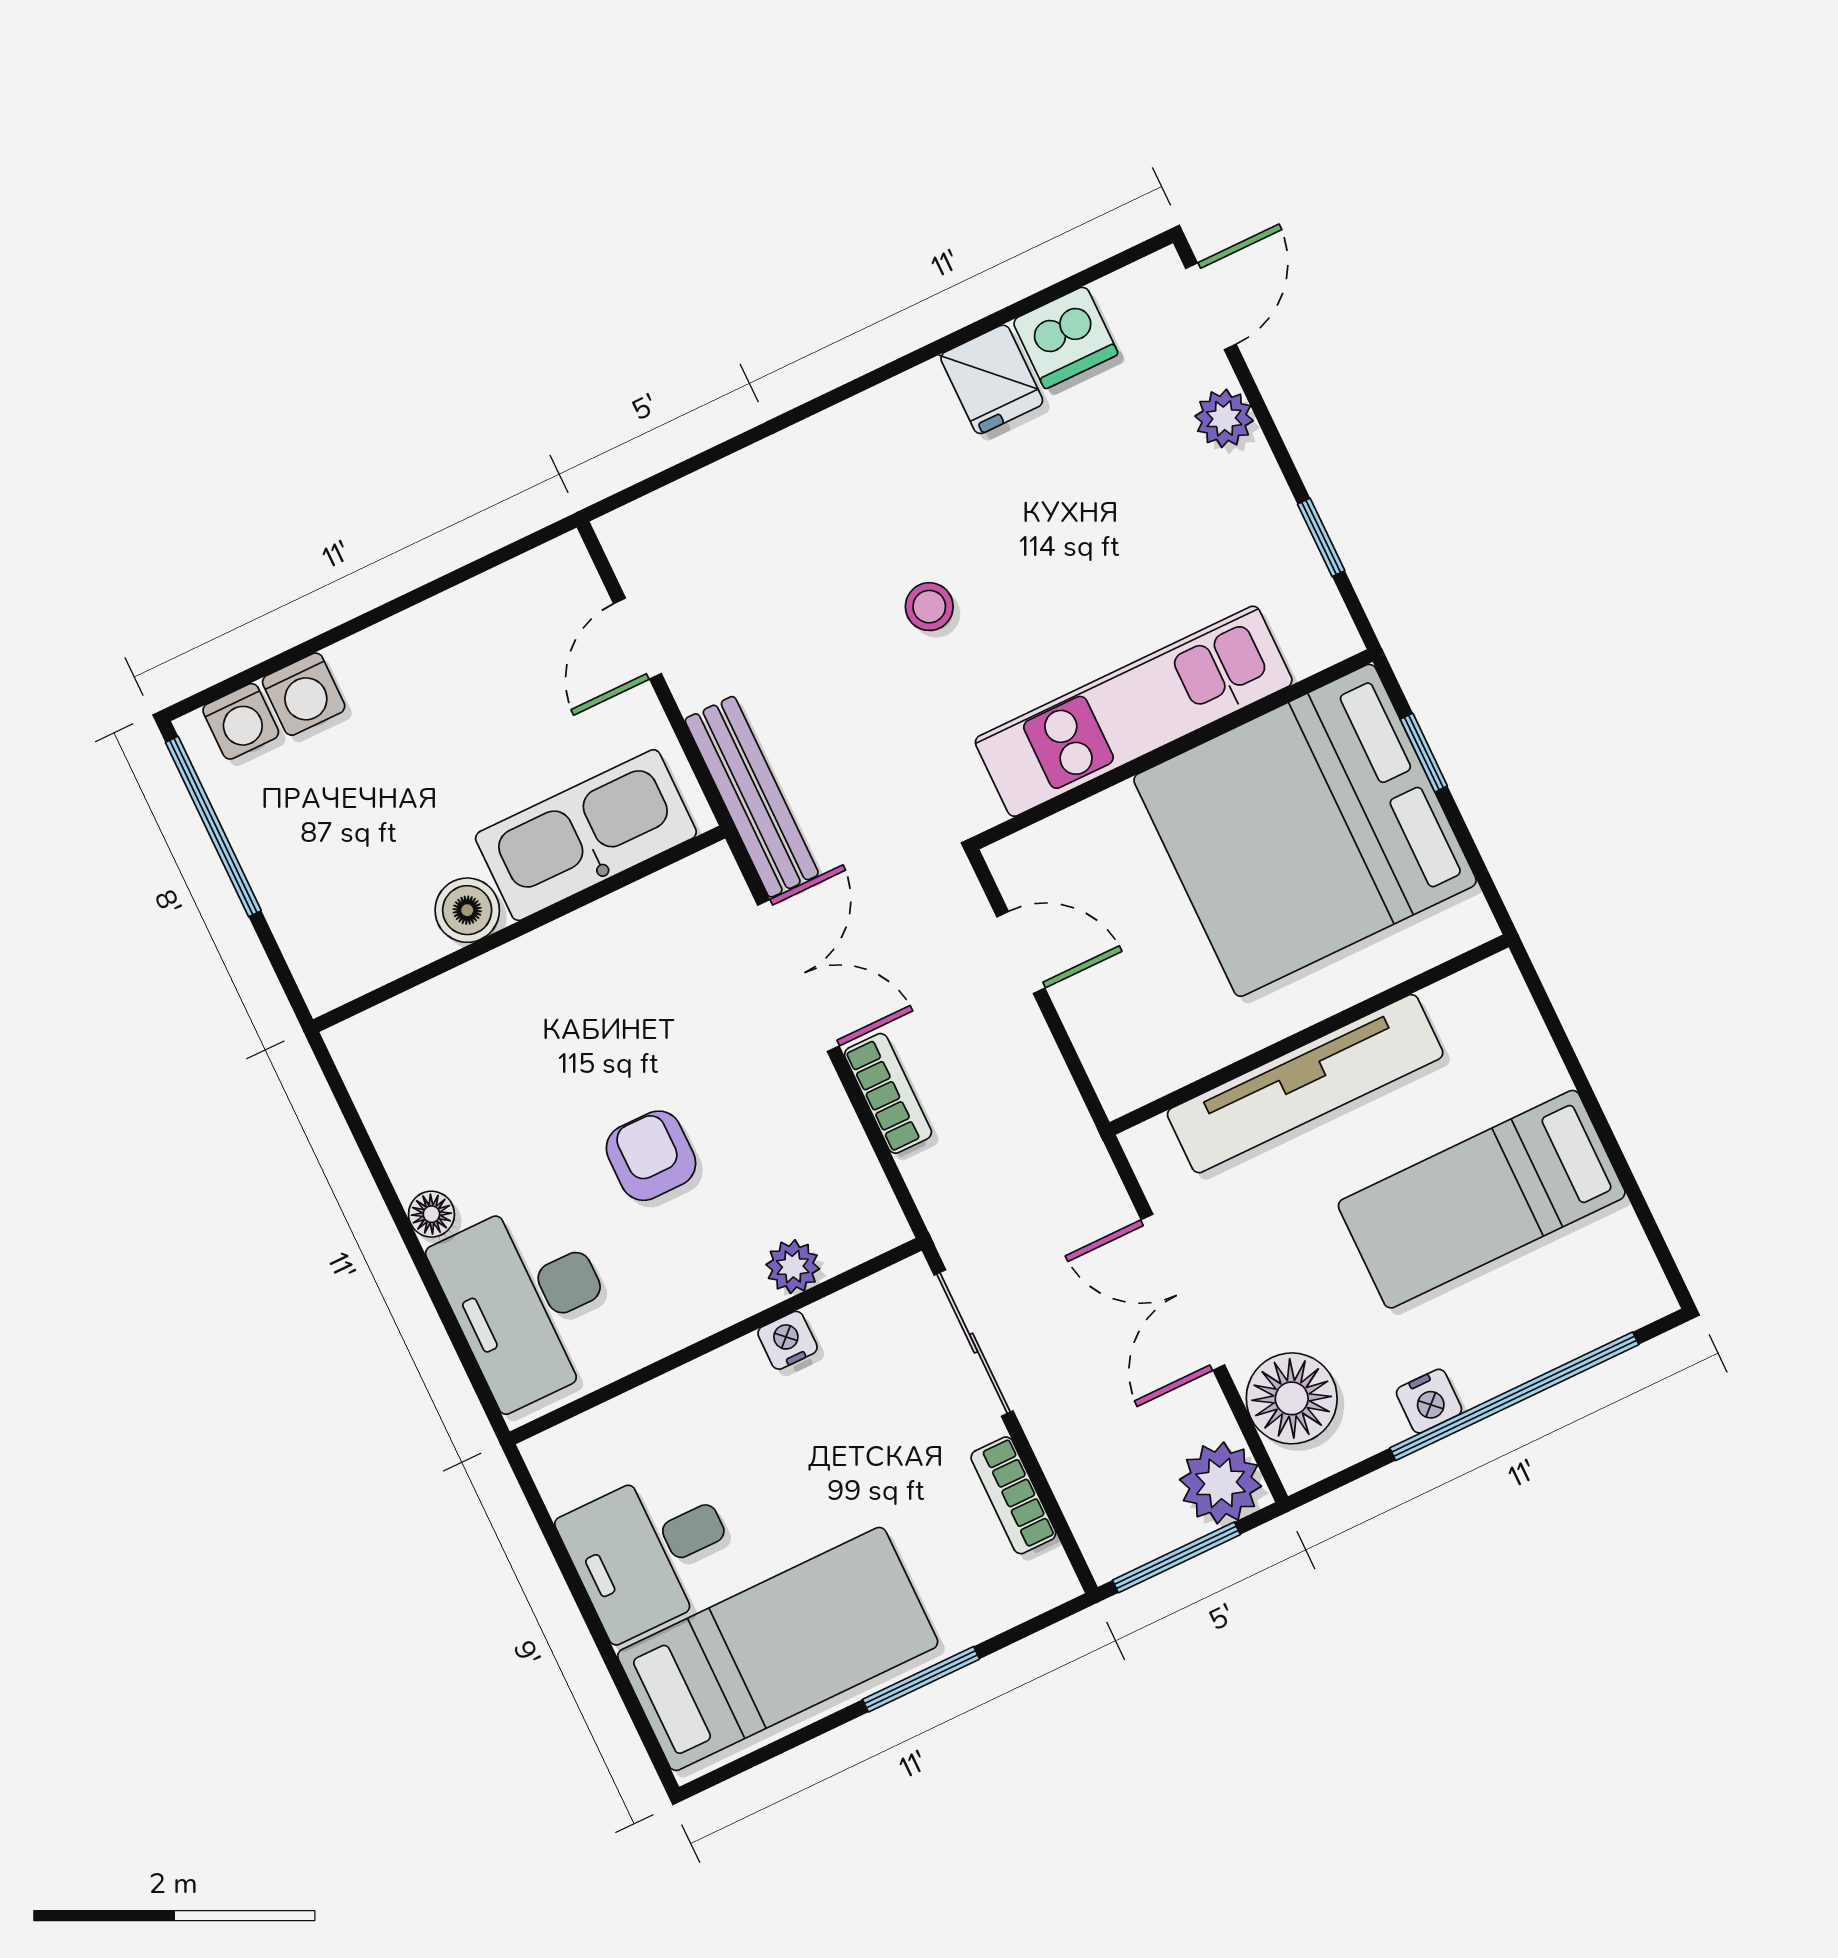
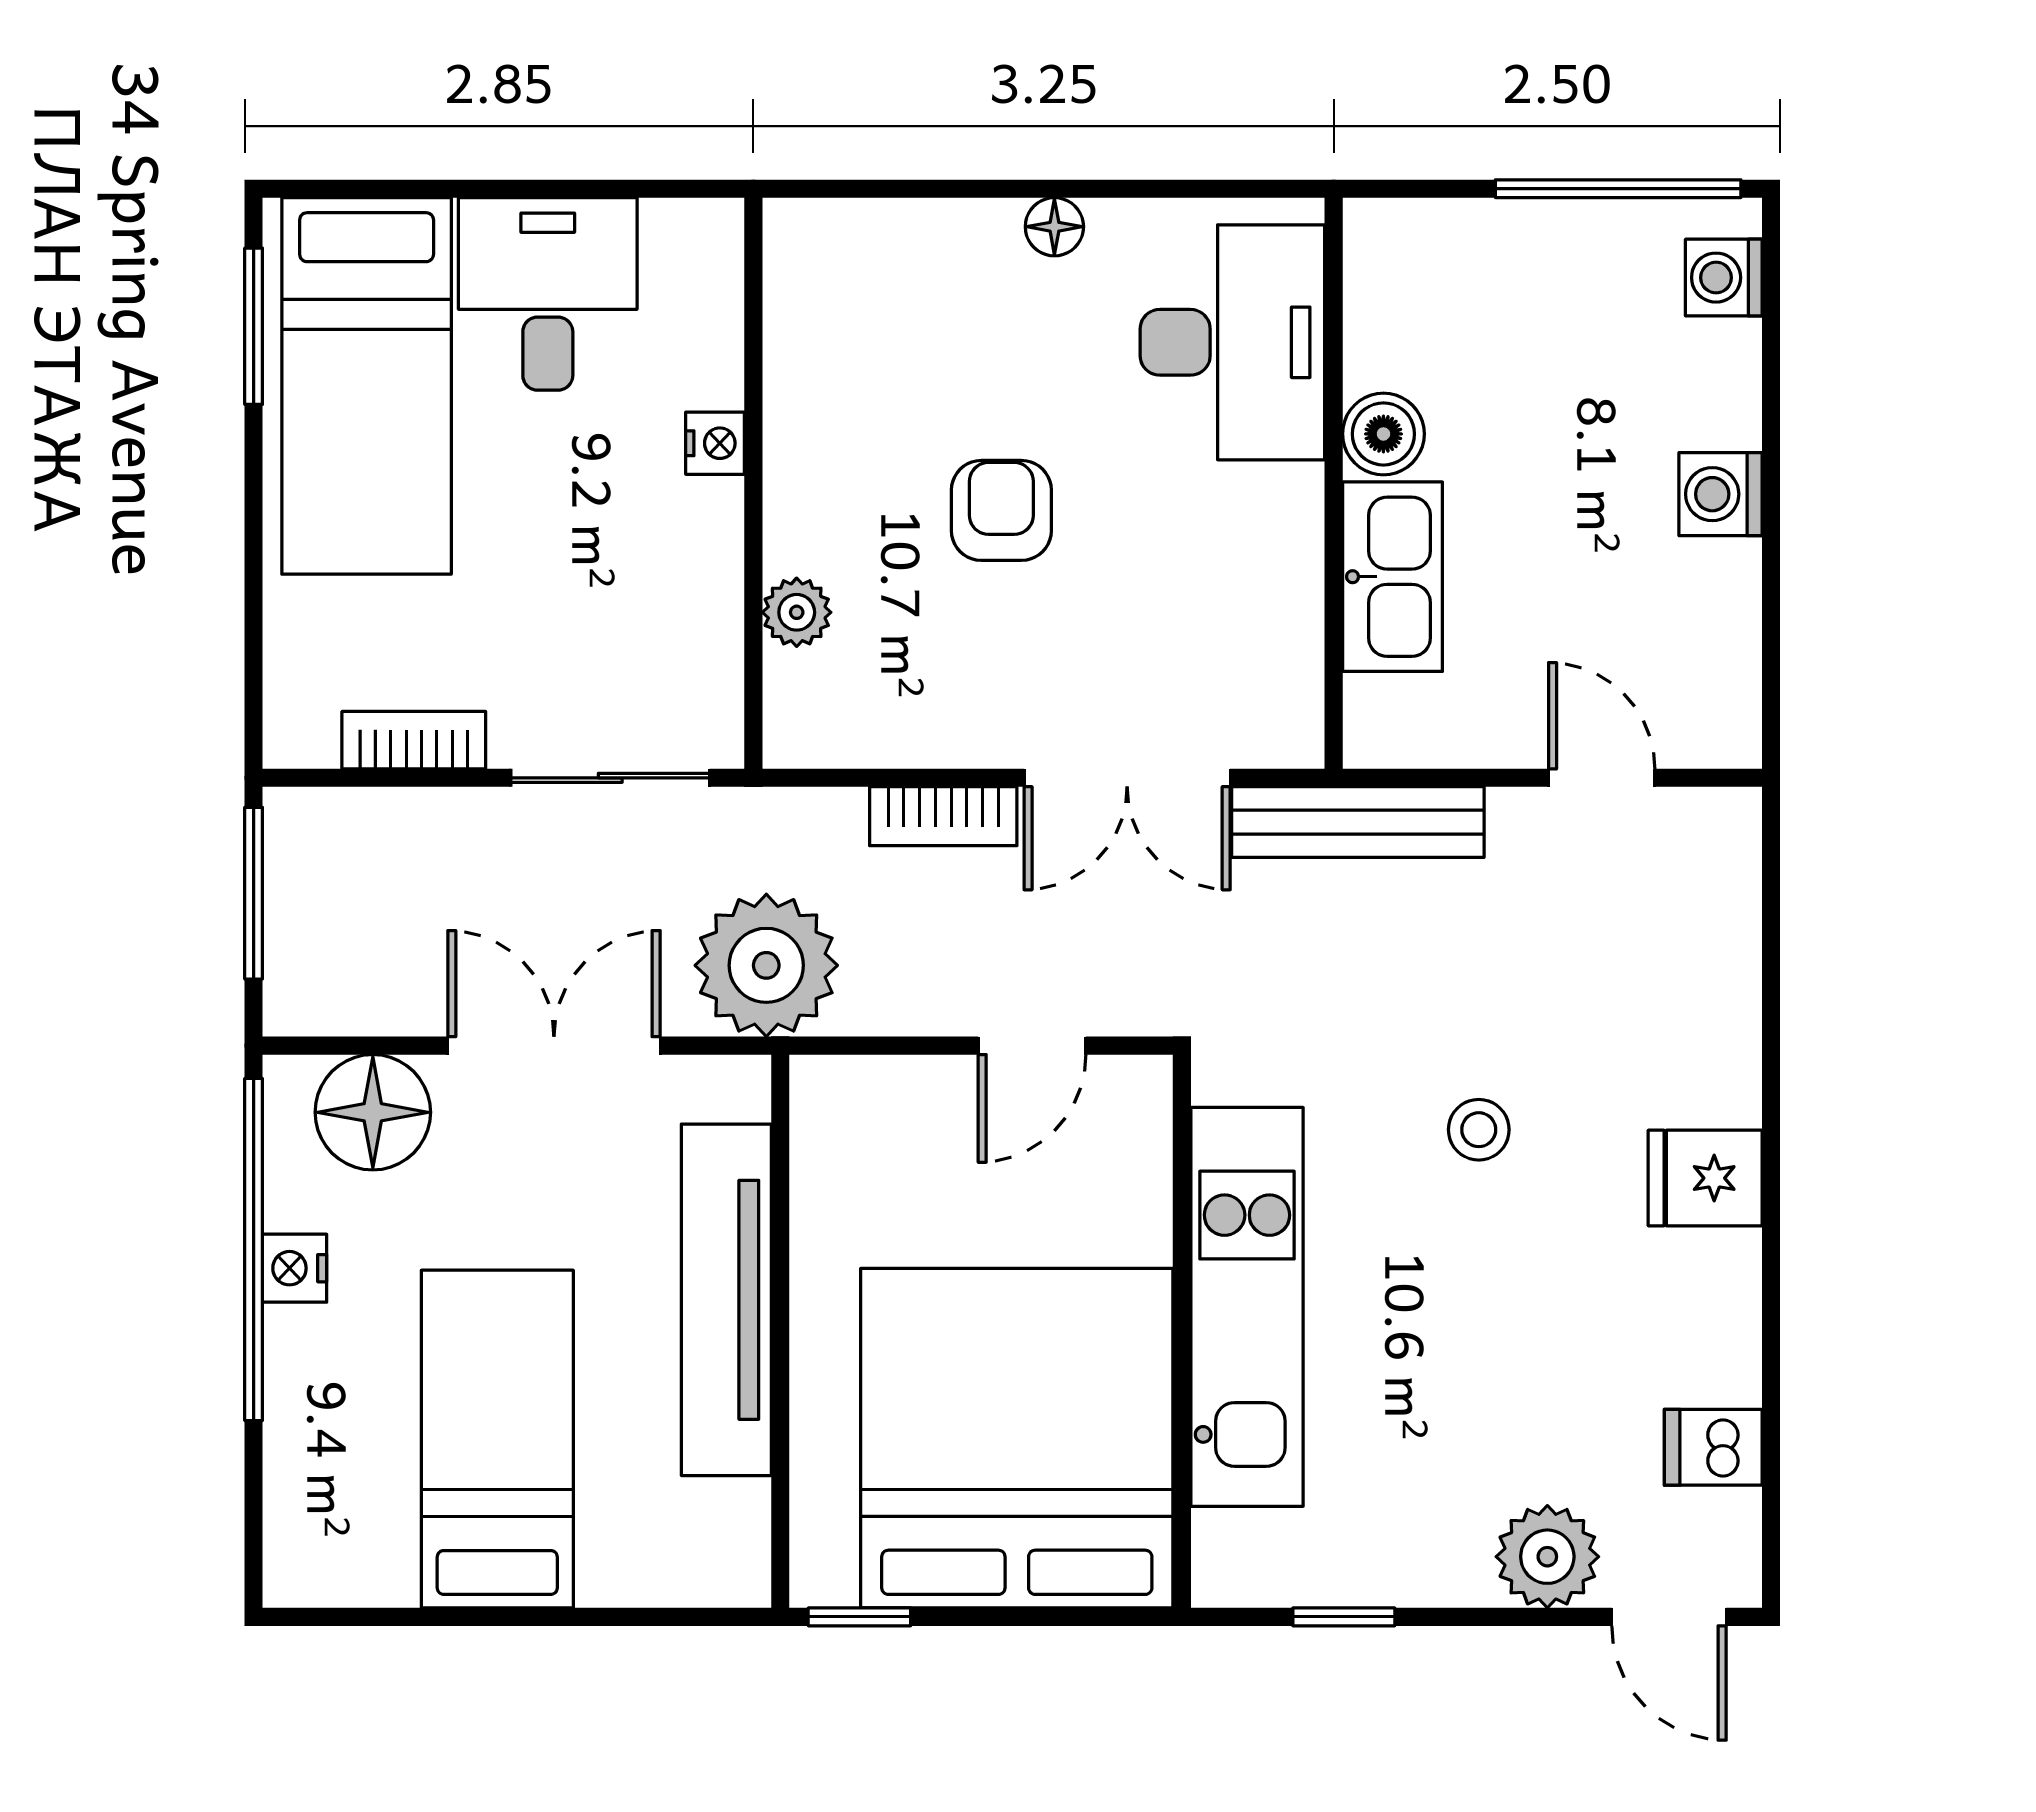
dishwasher: (1065, 337) -> (1713, 1447), width x0.73
fridge: (992, 379) -> (1705, 1178), moved
plant: (1224, 418) -> (1547, 1557), width x1.38, depth x1.38
washing machine: (304, 694) -> (1721, 494), moved
window: (1424, 753) -> (859, 1617), moved
kitchen sink: (586, 835) -> (1392, 577), width x0.73, depth x0.81
armchair: (651, 1156) -> (1001, 510), turned -90
desk: (528, 1302) -> (1232, 342), moved, turned 90
nightstand: (788, 1340) -> (715, 443), moved
window: (1514, 1396) -> (254, 1250), moved
plant: (1220, 1483) -> (766, 965), moved, width x1.36, depth x1.36
window: (921, 1679) -> (254, 326), moved

